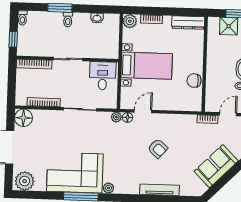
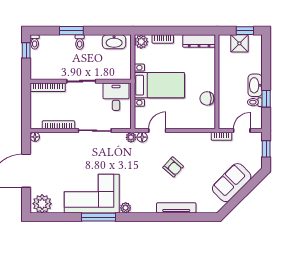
washbasin: (97, 18) -> (114, 42), width x1.91, depth x1.45
window: (13, 39) -> (26, 50), moved
floor lamp: (23, 118) -> (35, 137), width x0.53, depth x0.53

